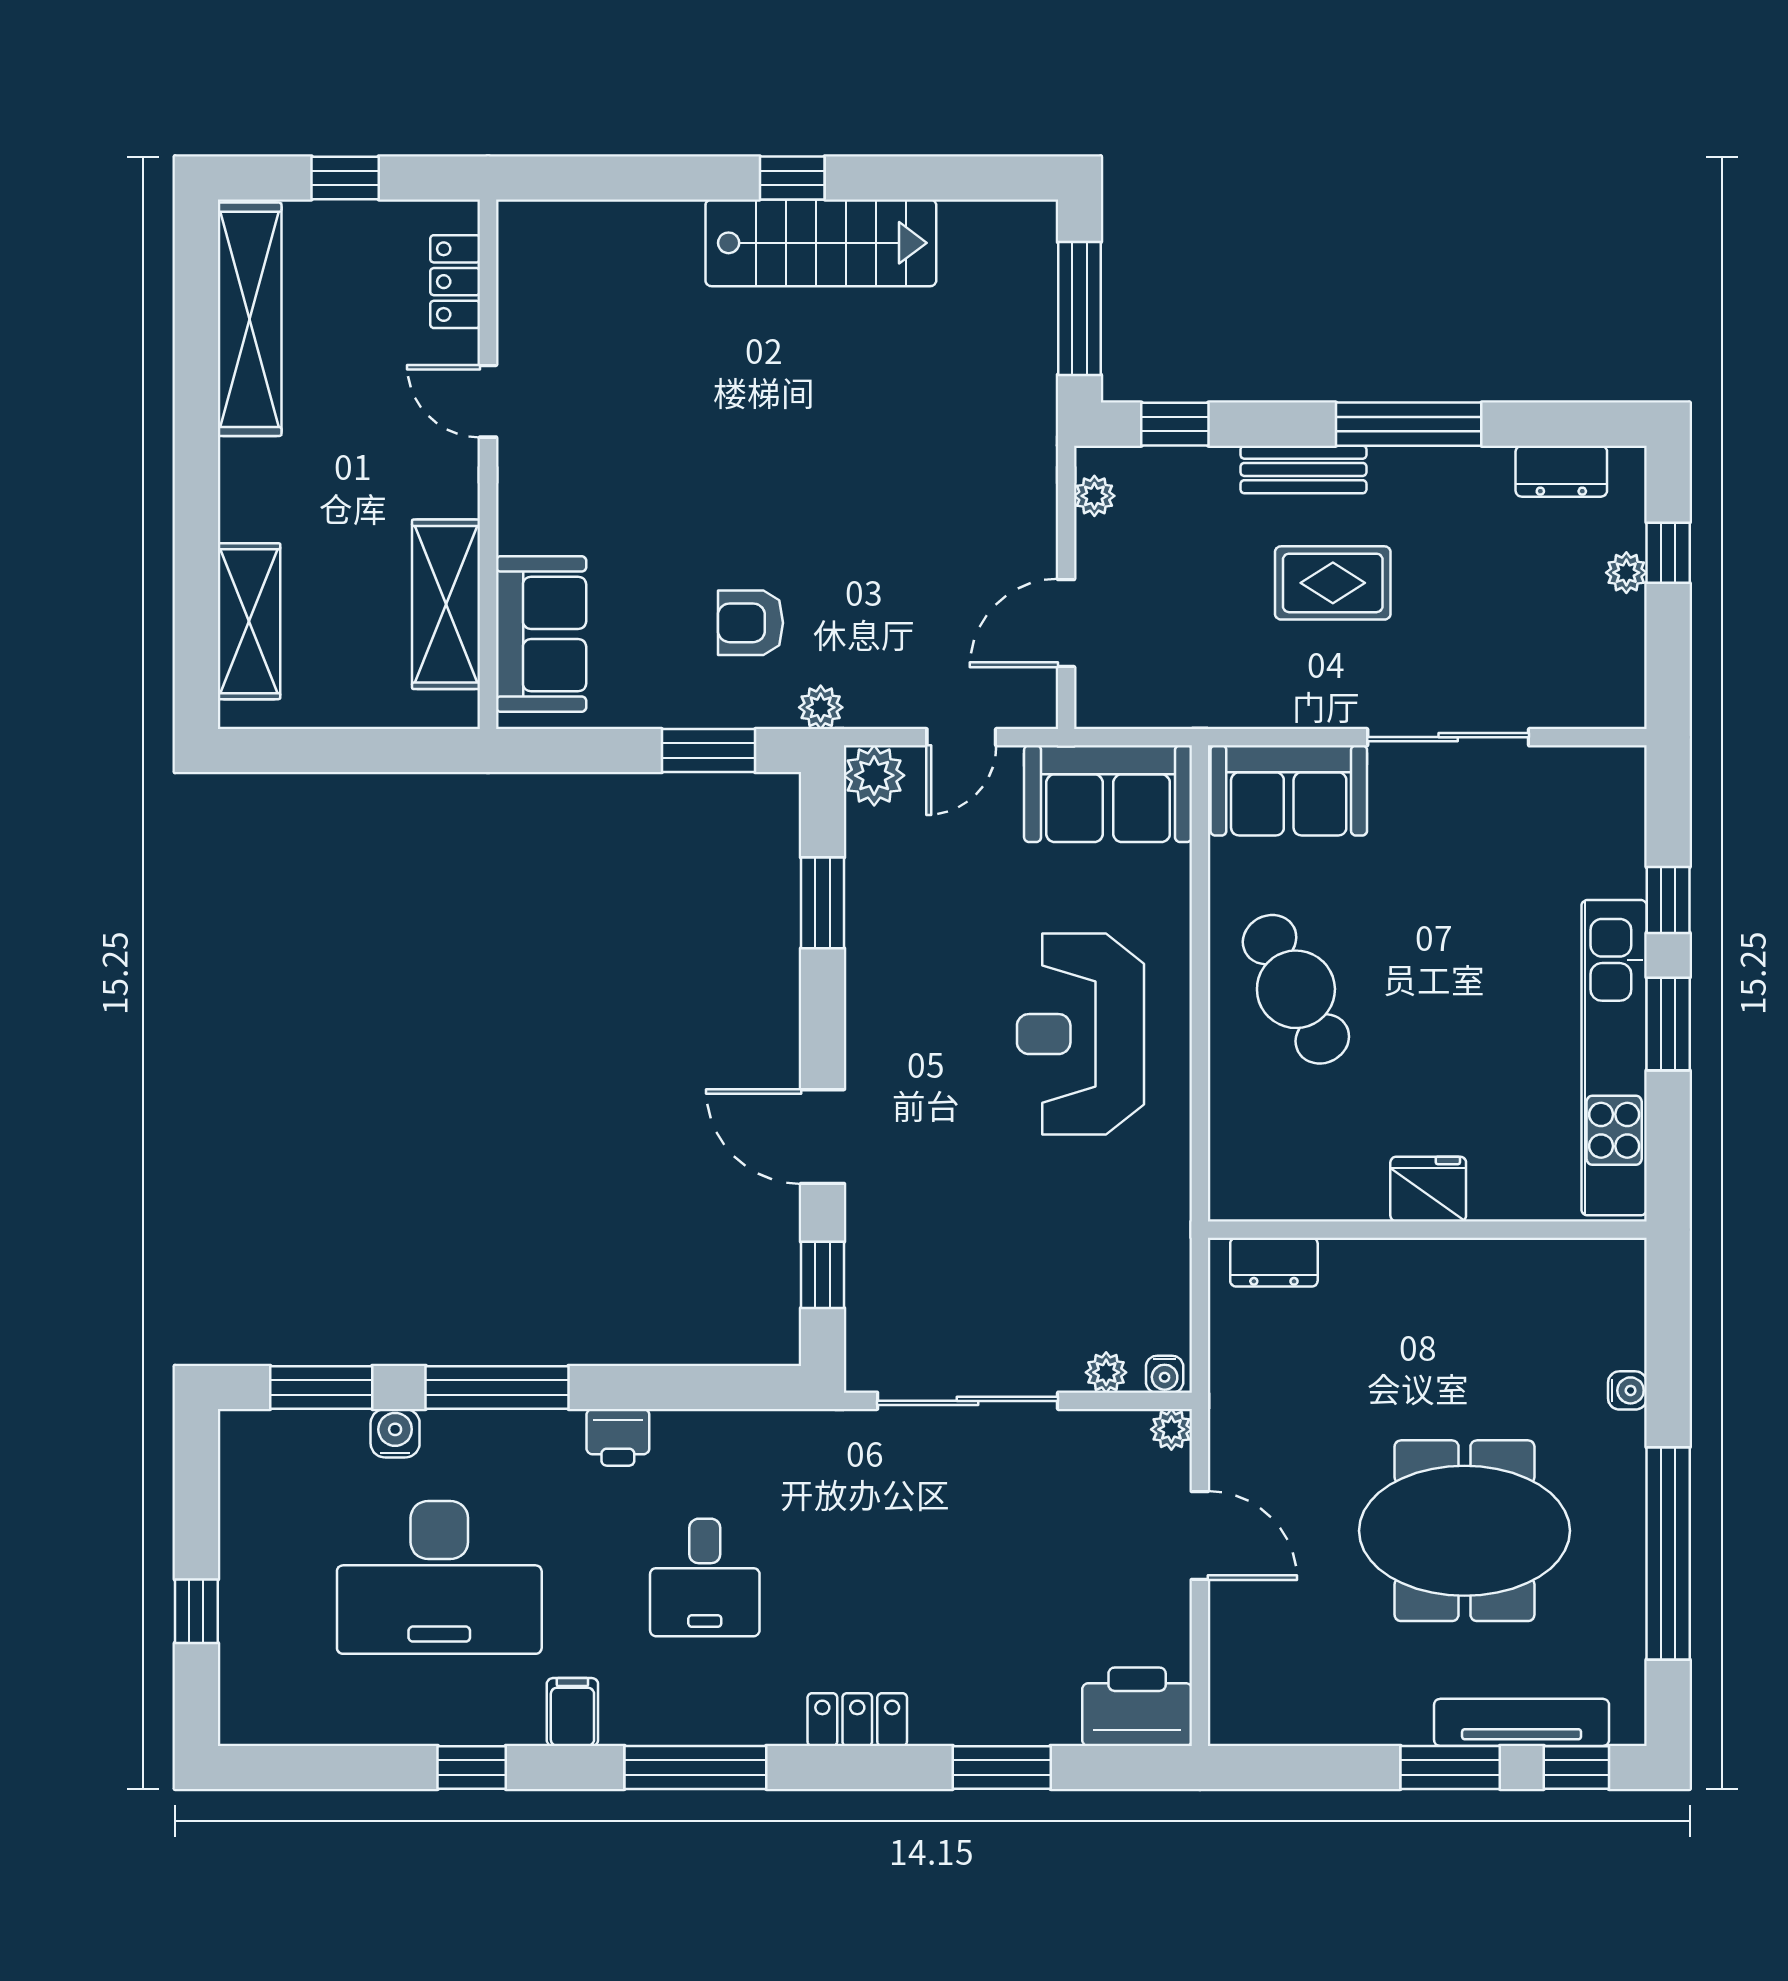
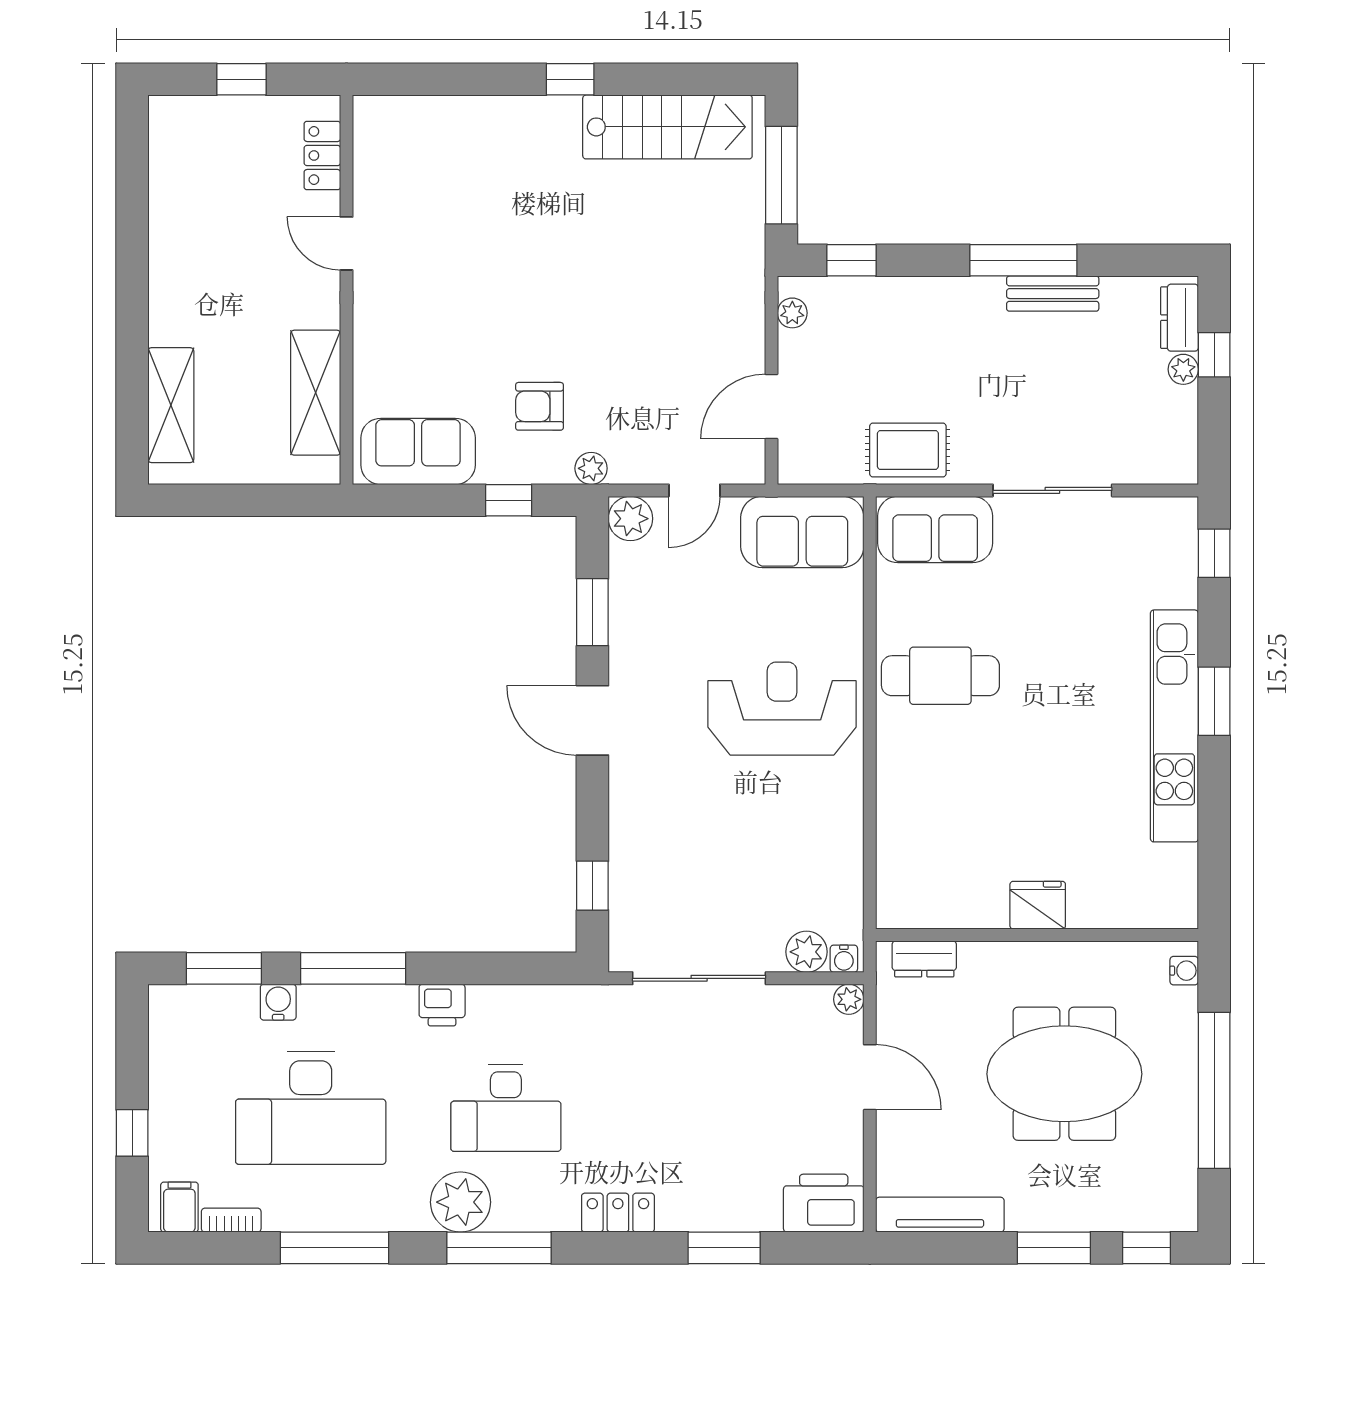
stairs: (821, 243) -> (667, 127), moved
shelving: (250, 319) -> (171, 183), removed
bench: (1303, 469) -> (1053, 294), moved
dresser: (1561, 471) -> (1179, 318), moved, turned 90
rug: (1333, 583) -> (908, 450), moved
sofa: (541, 634) -> (418, 451), moved, turned -90
window: (709, 751) -> (509, 500), width x0.67
window: (1668, 900) -> (1214, 553), moved
cafe table: (1296, 989) -> (940, 676), turned -62
reception desk: (1080, 1034) -> (782, 709), turned 90
door: (823, 1137) -> (592, 720), moved
fridge: (1428, 1189) -> (1038, 905), moved
wall: (1427, 1230) -> (1037, 935), moved
dresser: (1274, 1262) -> (924, 959), moved
plant: (1106, 1372) -> (806, 952), width x1.38, depth x1.38
desk: (705, 1577) -> (506, 1108), width x1.37
plant: (643, 1705) -> (461, 1202), added
filing cabinet: (572, 1712) -> (179, 1207), moved
tv unit: (1522, 1722) -> (940, 1215), moved
bookcase: (331, 1730) -> (231, 1220), added
window: (472, 1767) -> (334, 1248), width x2.17

